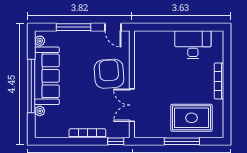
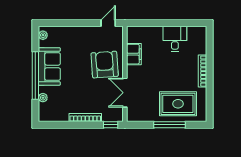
window: (74, 27) -> (73, 23), removed
door: (113, 27) -> (108, 23), swing flipped
desk: (193, 45) -> (175, 39), width x0.73
filing cabinet: (142, 62) -> (134, 54), added
sofa: (47, 76) -> (49, 66), width x0.73

